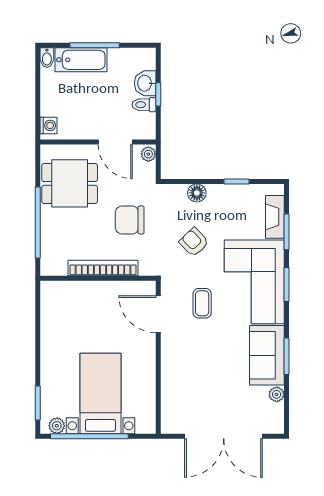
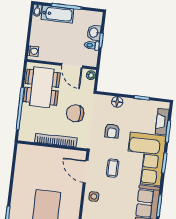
dining table: (70, 183) -> (42, 87), width x1.38
armchair: (194, 242) -> (112, 131), turned -136
side table: (177, 354) -> (94, 196), added

